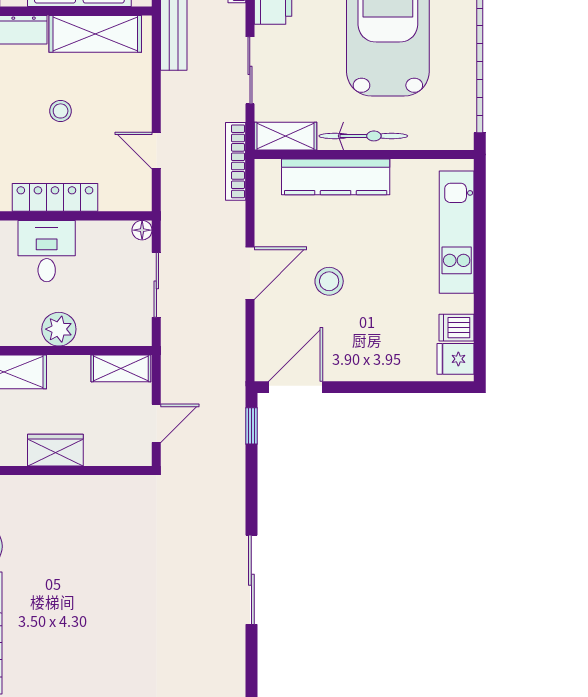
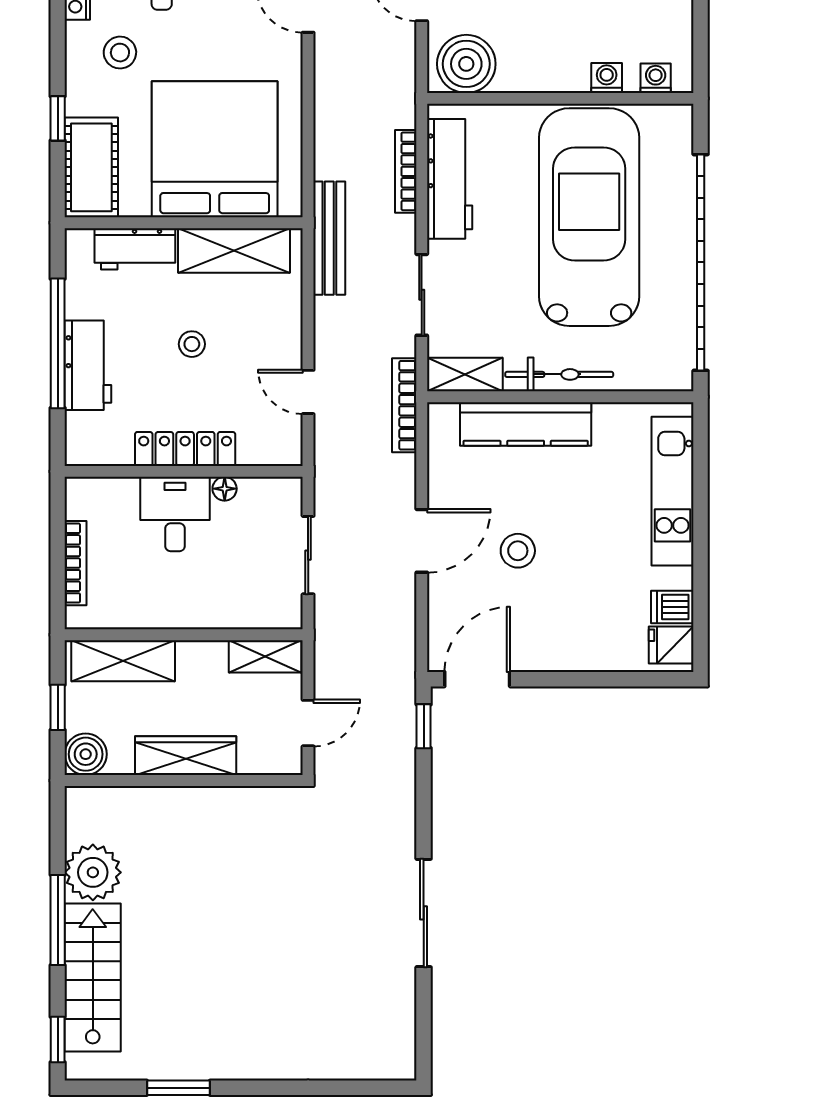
floor lamp: (142, 230) -> (225, 489), moved
plant: (59, 329) -> (190, 609), removed
wardrobe: (55, 450) -> (186, 756), width x1.50

